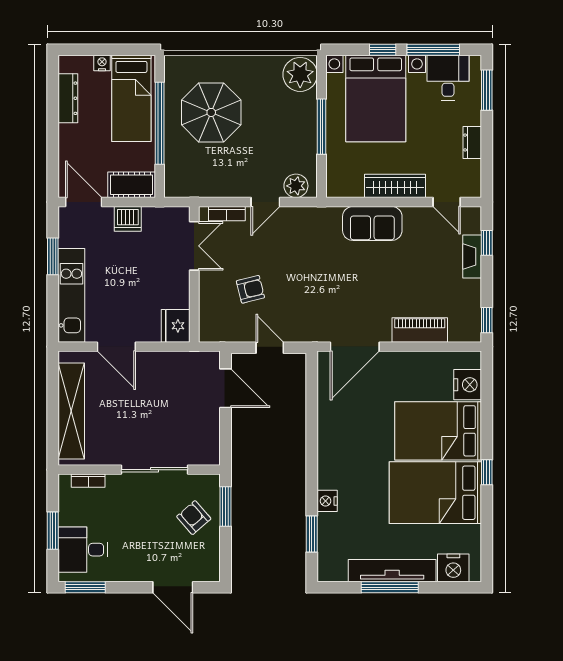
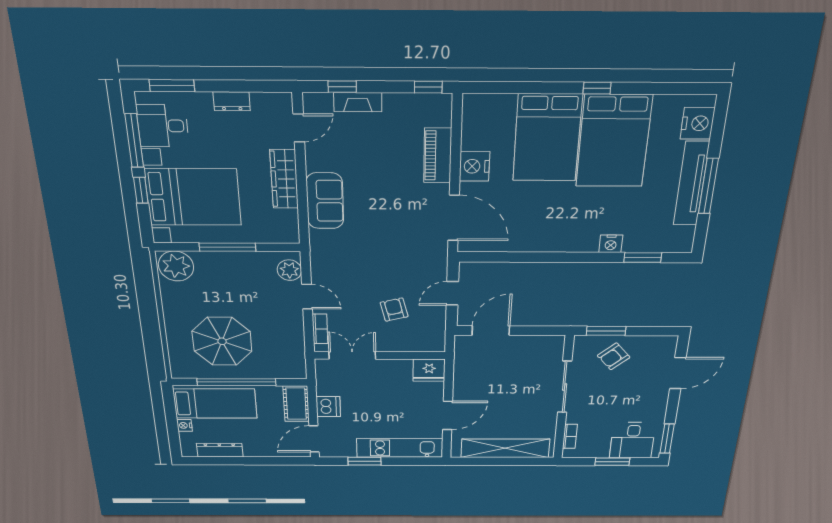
nightstand: (468, 385) -> (474, 166), moved, turned -90

